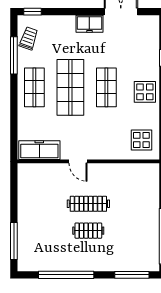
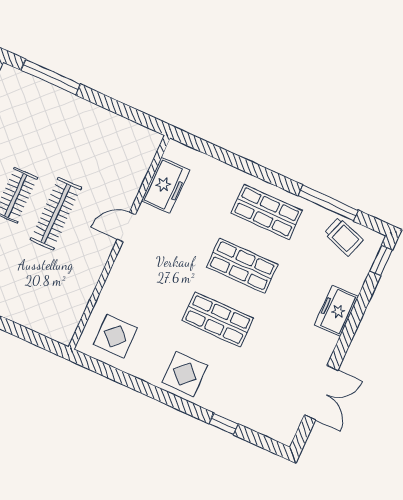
freezer: (89, 24) -> (336, 311), moved
shop shelf: (70, 87) -> (242, 266), width x0.70, depth x0.74
freezer: (39, 150) -> (165, 186), width x0.71

